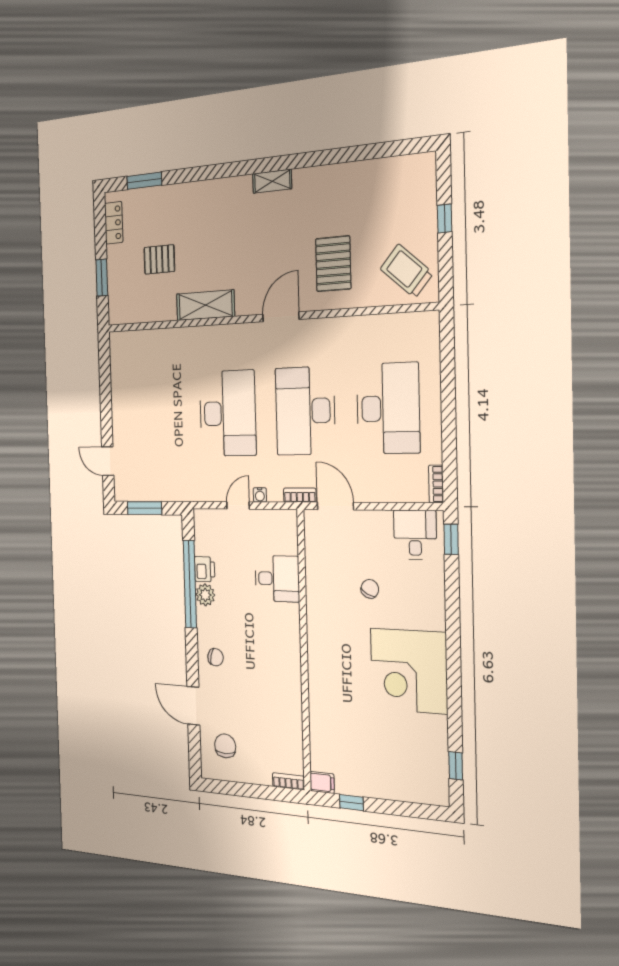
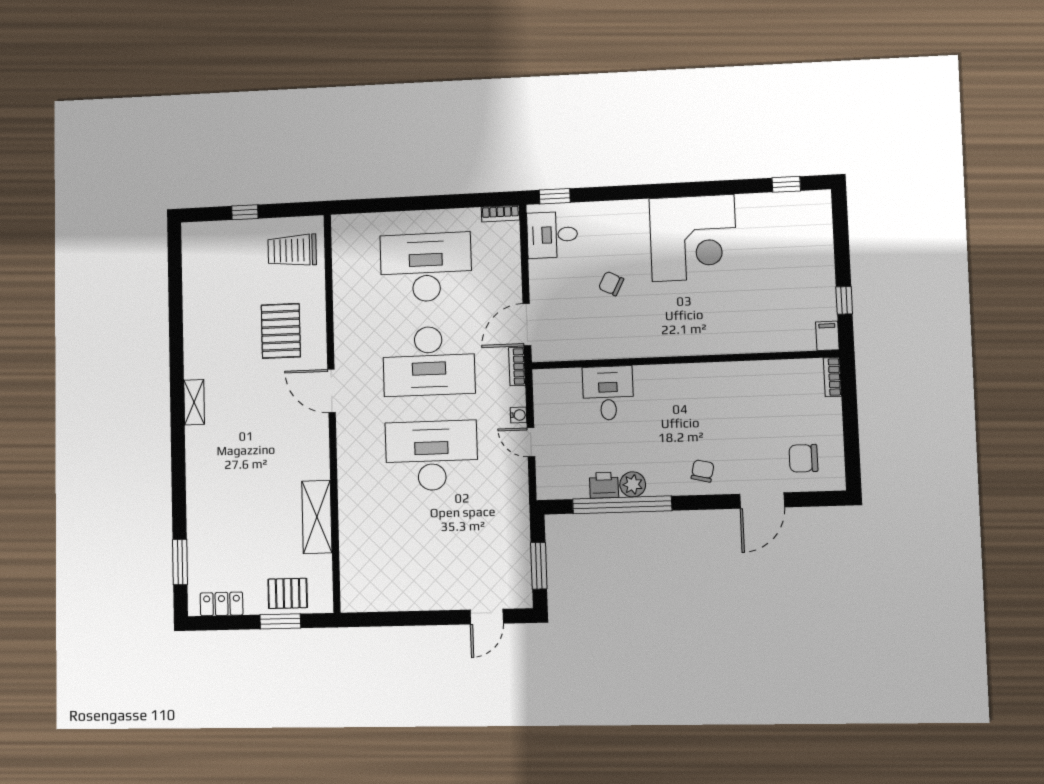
pallet: (159, 259) -> (288, 593), moved, turned 90
pallet: (333, 264) -> (281, 331), turned 90
trolley: (407, 271) -> (292, 250), turned 49
shelving: (205, 305) -> (317, 517), moved

